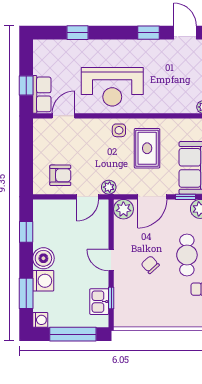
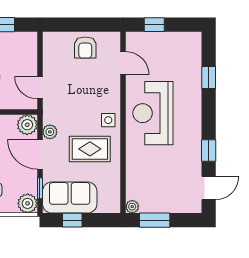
row of seats: (42, 94) -> (145, 41), removed
armchair: (60, 175) -> (85, 48), moved
plant: (109, 187) -> (50, 132), moved

